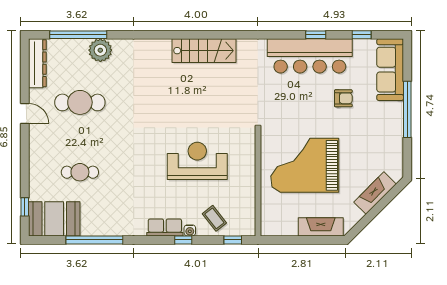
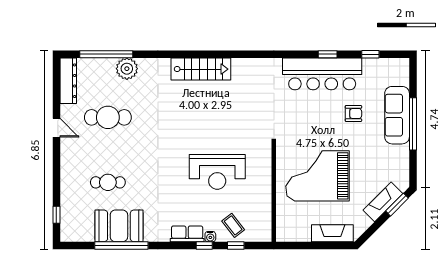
stairs: (204, 51) -> (201, 69), moved
sofa: (390, 70) -> (397, 115), moved
reception desk: (197, 161) -> (217, 172), turned 180
window: (390, 196) -> (397, 205), added
booth: (54, 219) -> (119, 226), moved
window: (233, 240) -> (236, 246), moved

